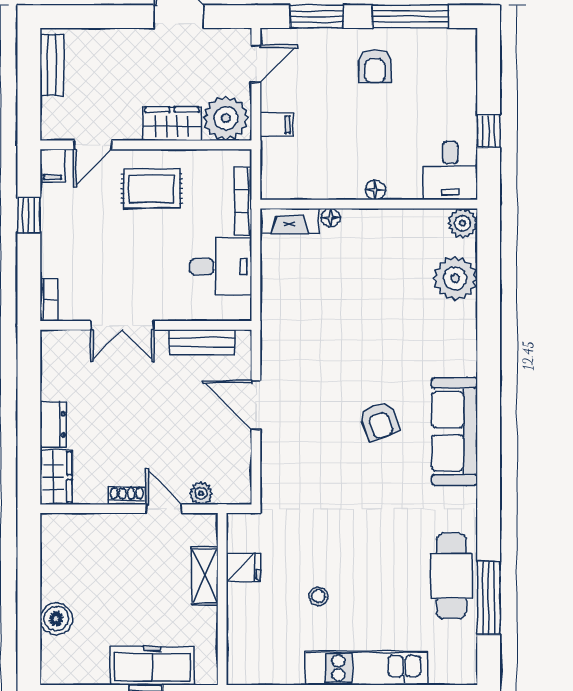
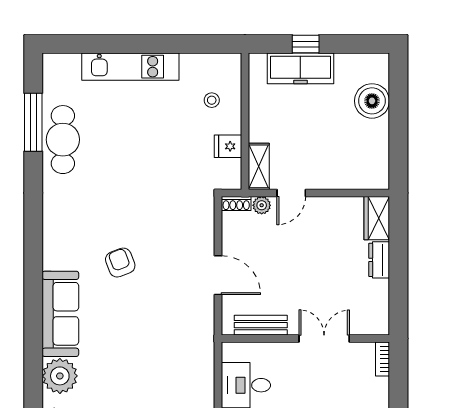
sofa: (454, 431) -> (60, 314), moved
shoe rack: (127, 496) -> (236, 203), moved
door: (164, 509) -> (291, 193), hinge flipped
shelving: (205, 576) -> (259, 166), moved
stool: (318, 596) -> (212, 100), moved
boiler: (56, 619) -> (372, 101), width x1.37, depth x1.37

